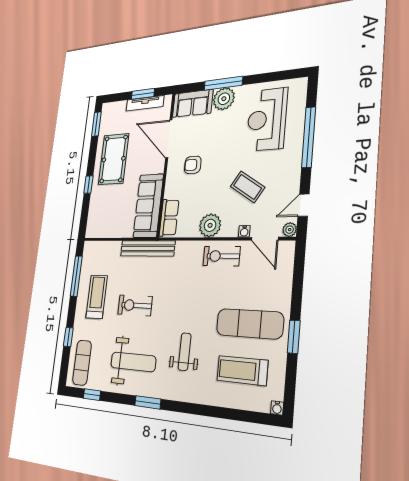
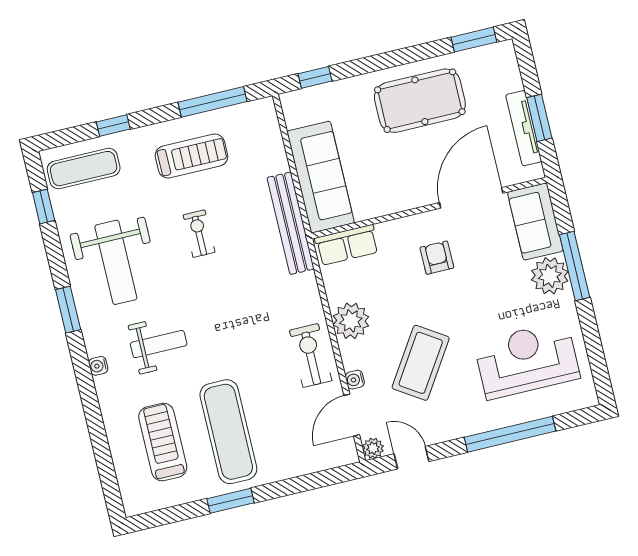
window: (88, 185) -> (315, 77), moved
coffee table: (248, 187) -> (421, 363), width x1.36, depth x1.32
sofa: (148, 206) -> (321, 177), moved, turned 90
exercise bike: (135, 305) -> (199, 234), width x0.73, depth x0.72
water cooler: (277, 408) -> (98, 366), moved

